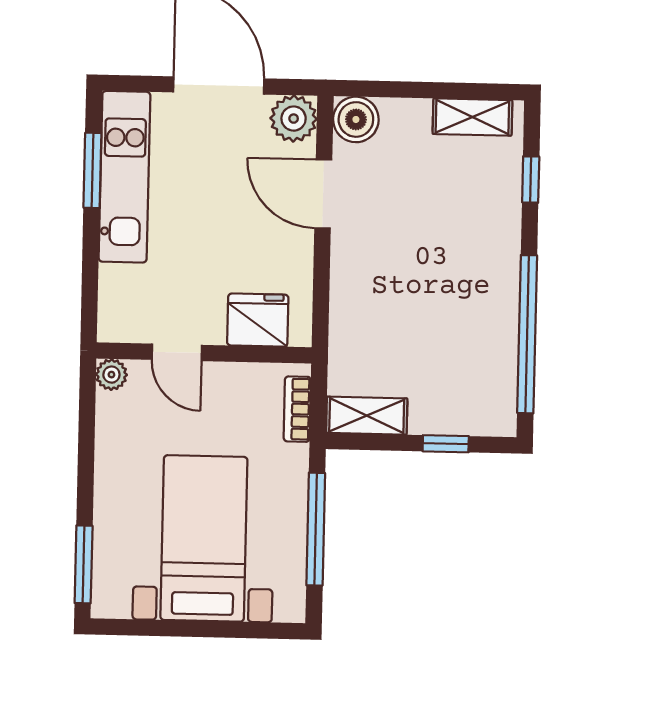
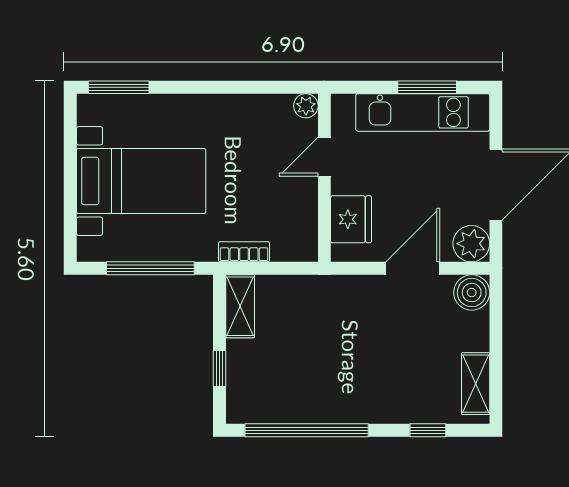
fridge: (258, 320) -> (351, 219), moved
door: (177, 352) -> (324, 157), moved
wall: (204, 353) -> (324, 178), moved
plant: (111, 375) -> (306, 106), moved

